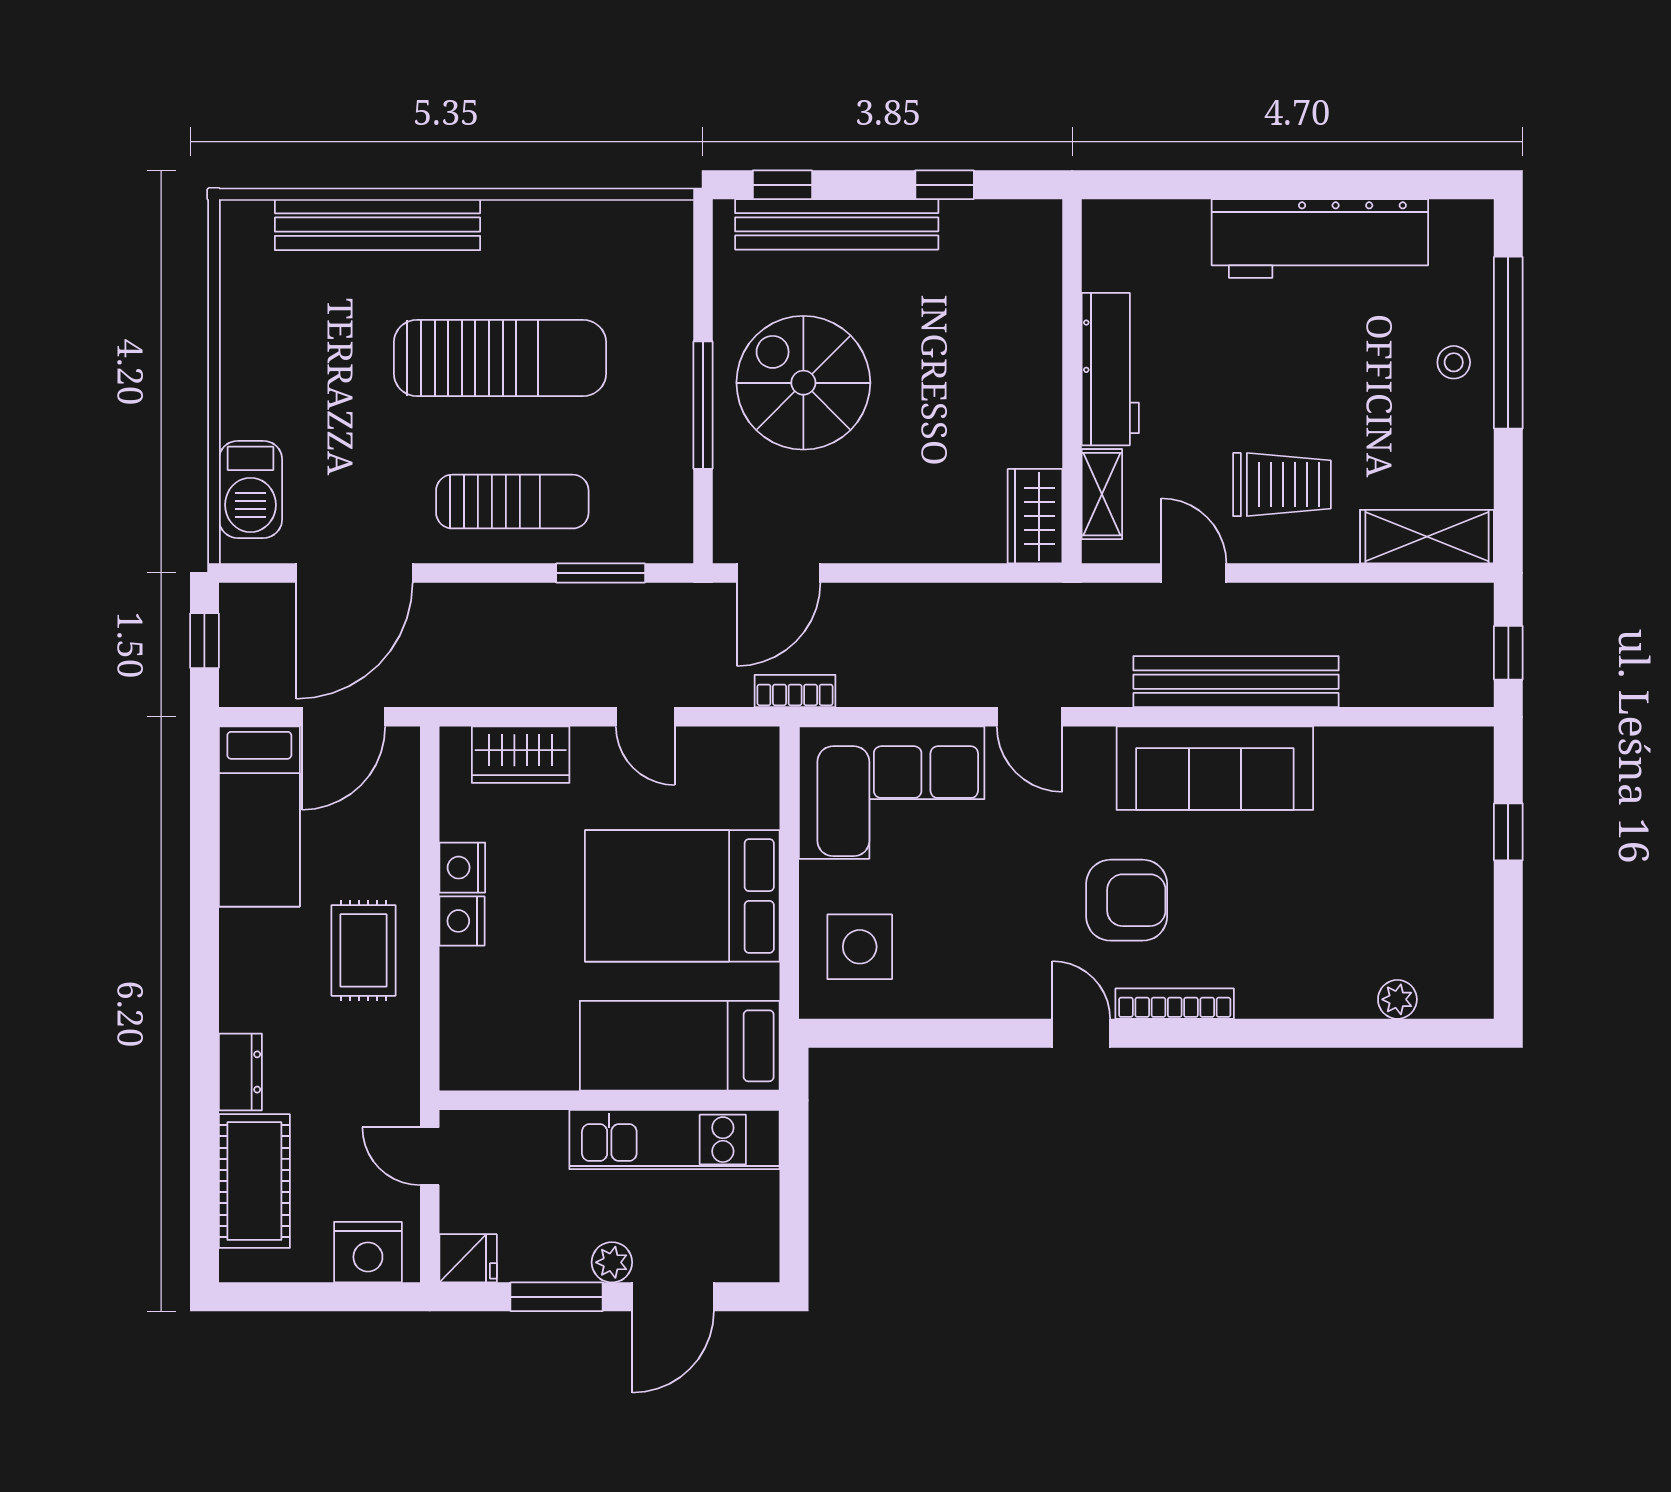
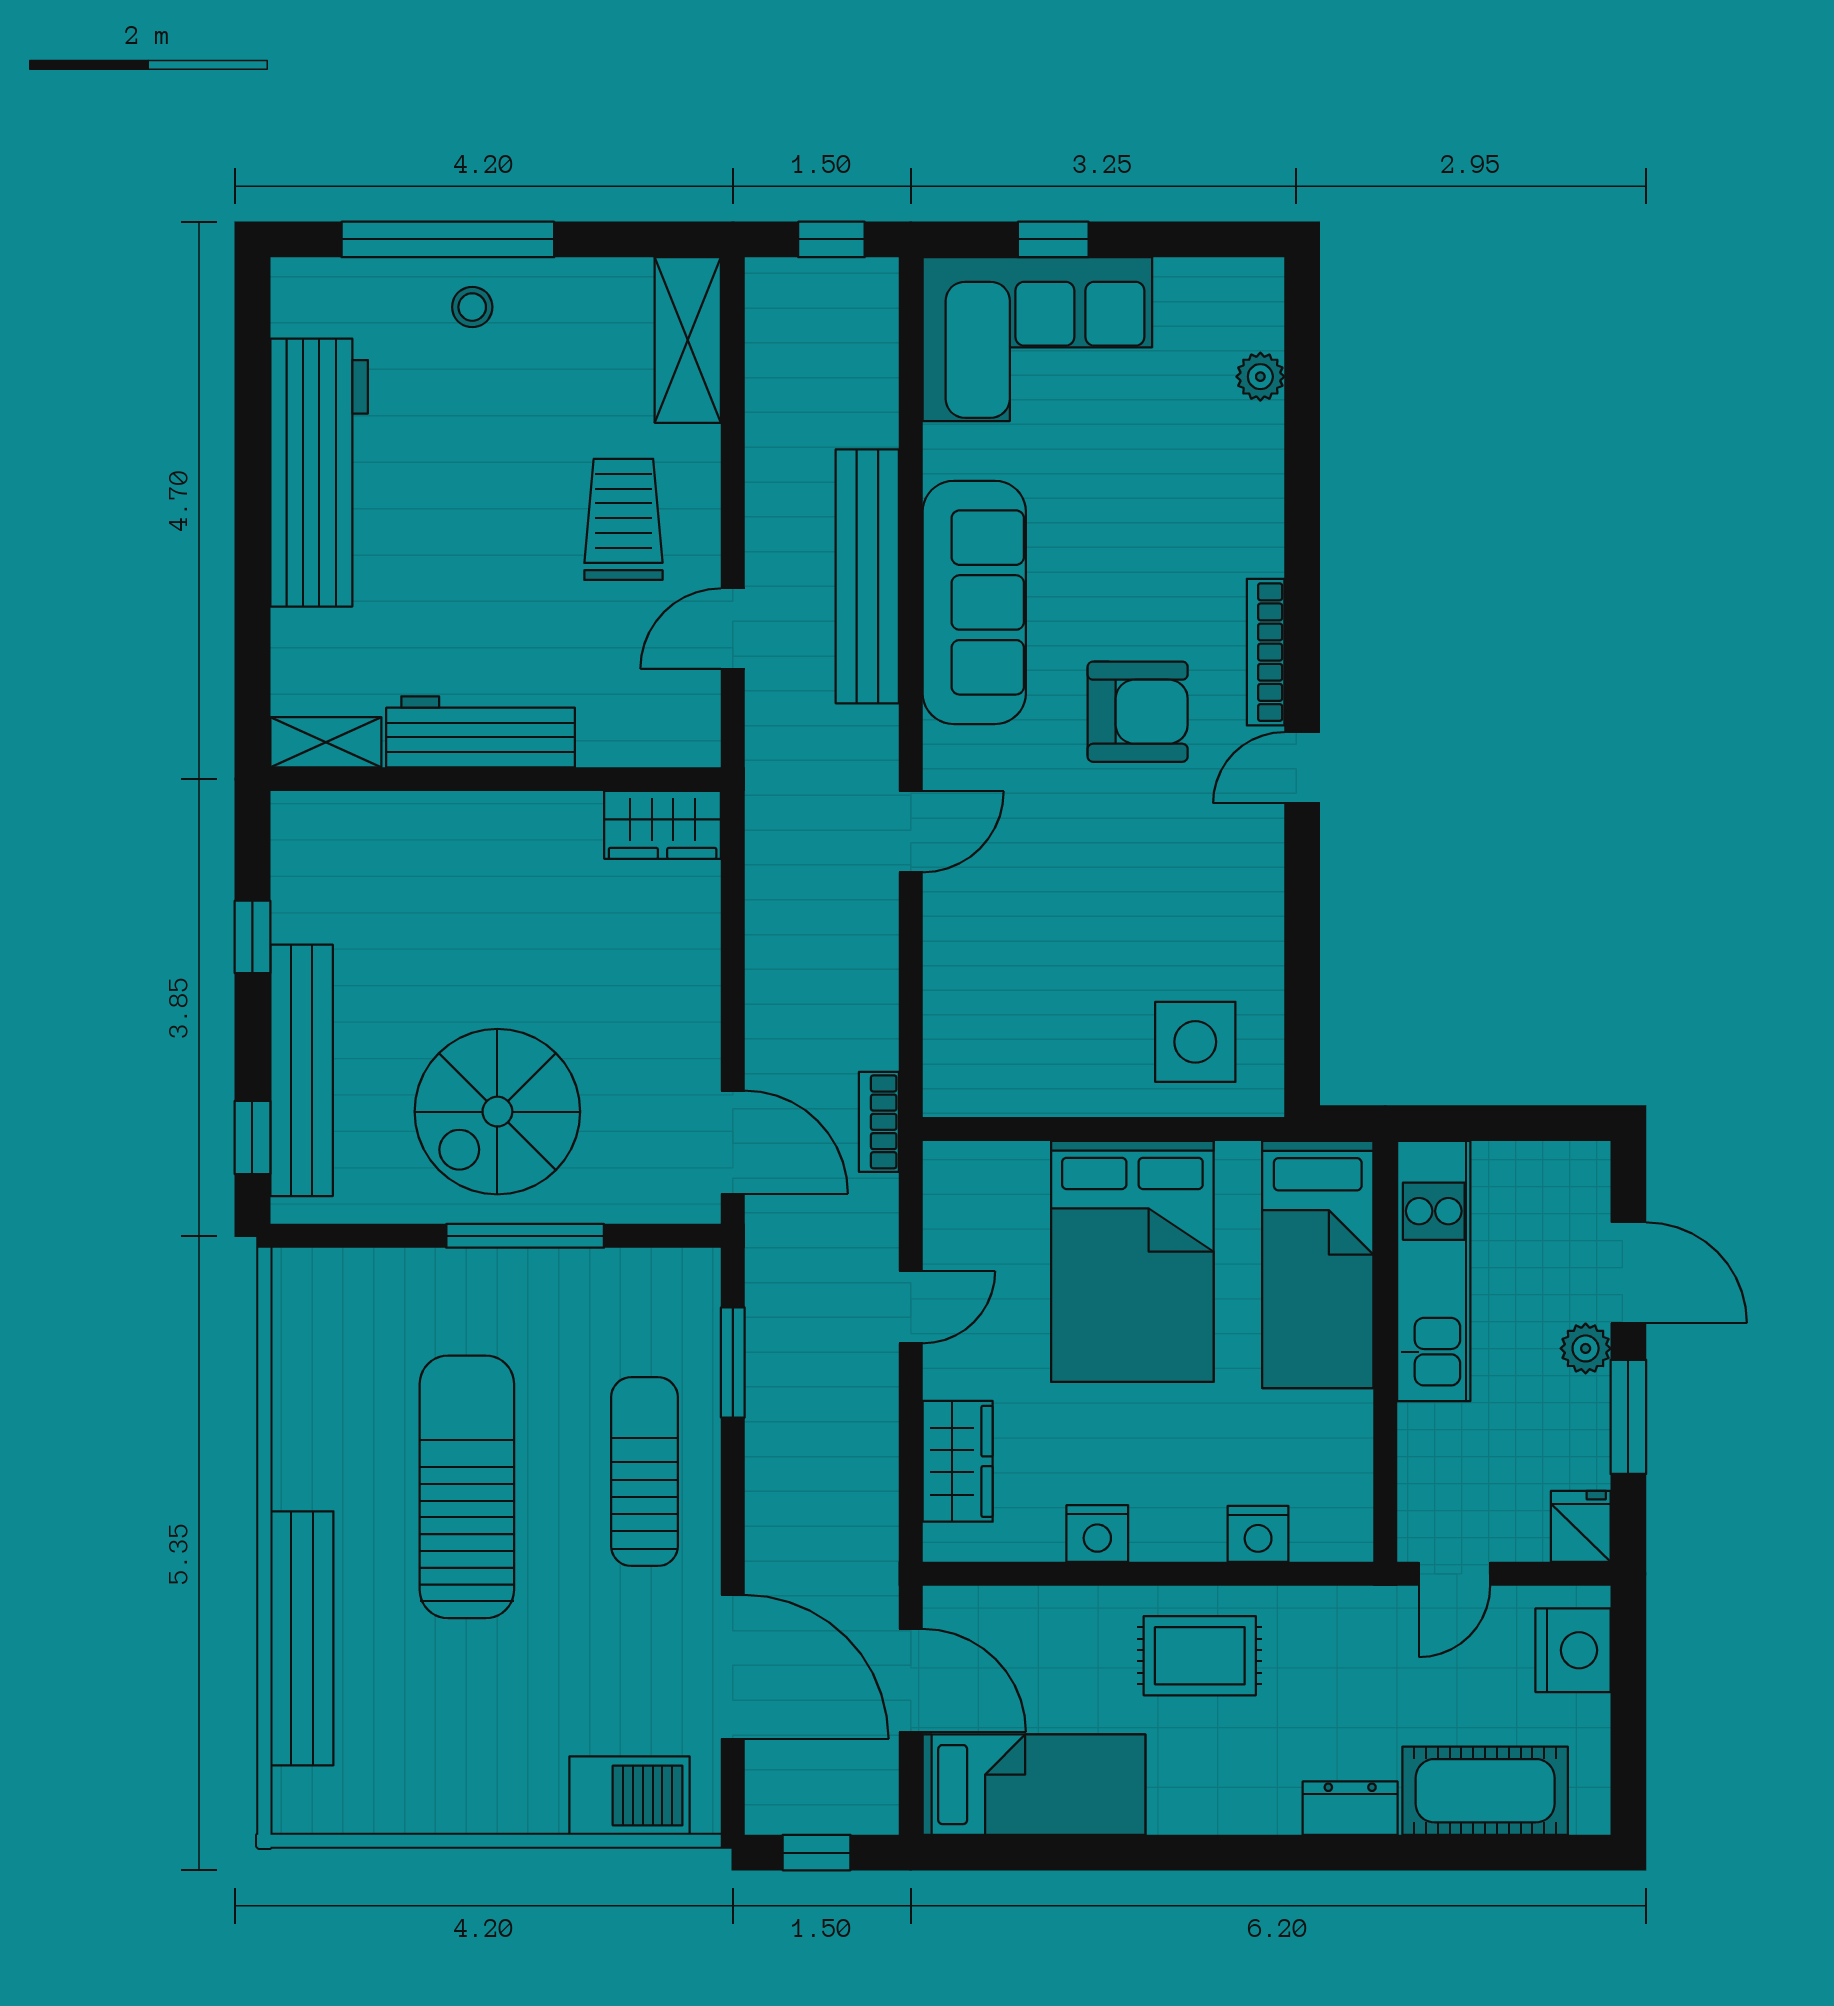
shelving: (1102, 494) -> (326, 742), moved
corner sofa: (892, 793) -> (1037, 339), moved, turned 90
armchair: (1127, 900) -> (1138, 712), turned 90
nightstand: (462, 921) -> (1258, 1534), moved

